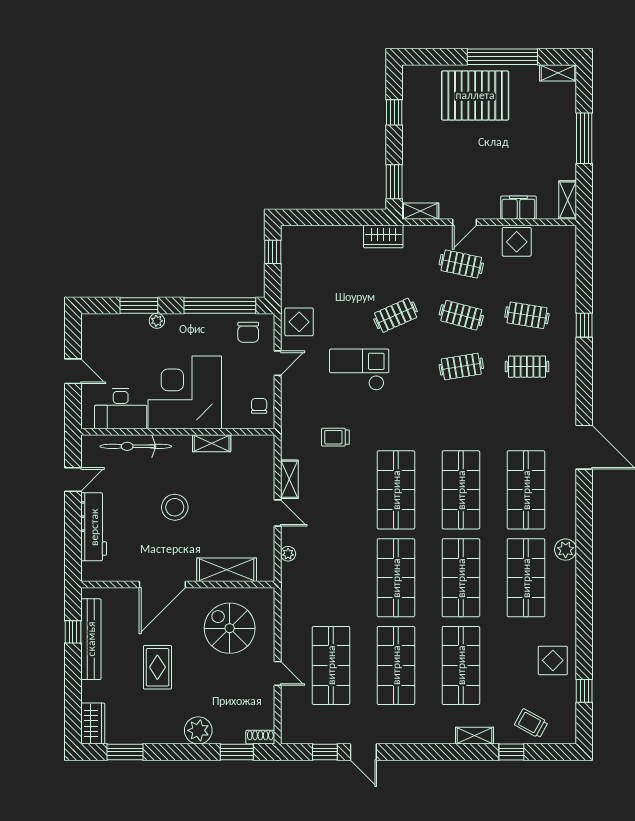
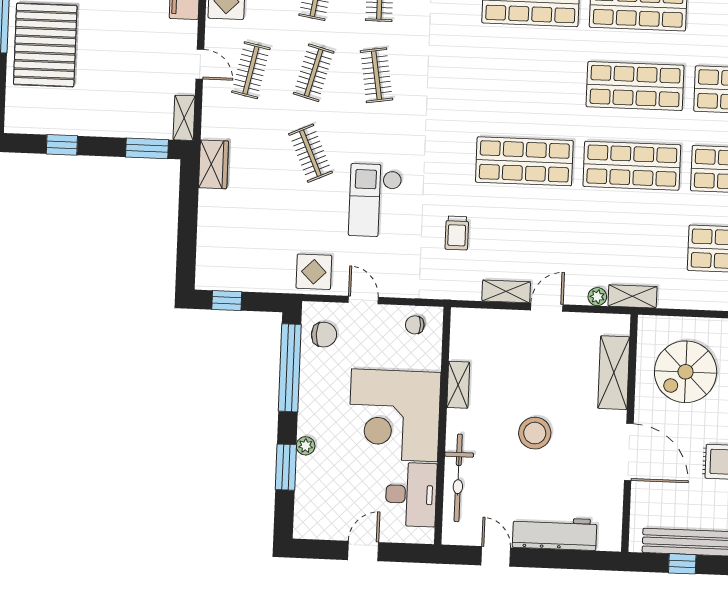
shop shelf: (461, 490) -> (528, 82), removed
shelving: (289, 582) -> (632, 296), added

